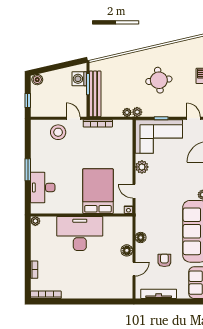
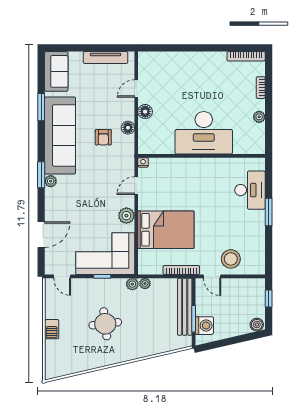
bed: (98, 191) -> (166, 230), moved, turned -90
door: (134, 191) -> (136, 186), swing flipped
plant: (35, 221) -> (259, 117), moved
armchair: (164, 260) -> (103, 137), moved

